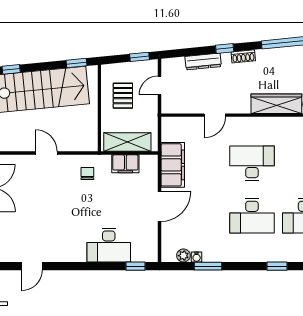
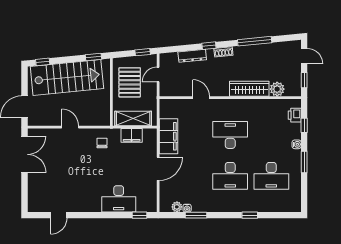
pallet: (123, 96) -> (130, 82), width x1.50, depth x1.42
door: (215, 115) -> (201, 98), swing flipped

